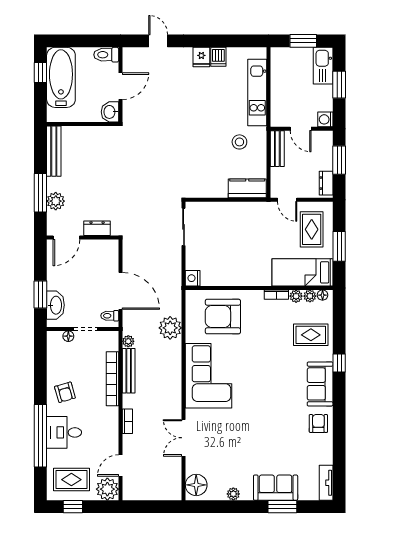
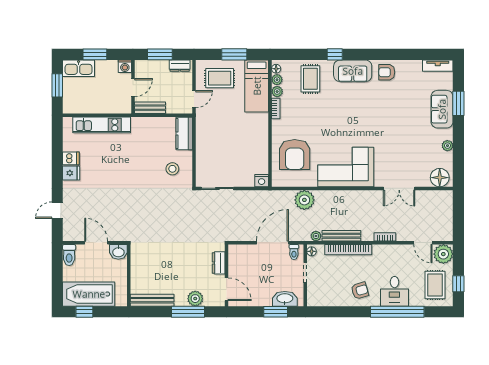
stool: (239, 142) -> (172, 169), moved
floor lamp: (68, 336) -> (312, 251), moved

